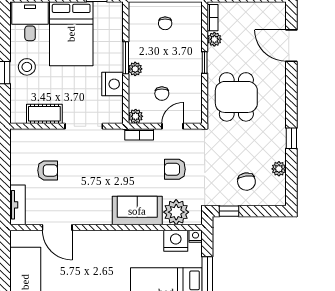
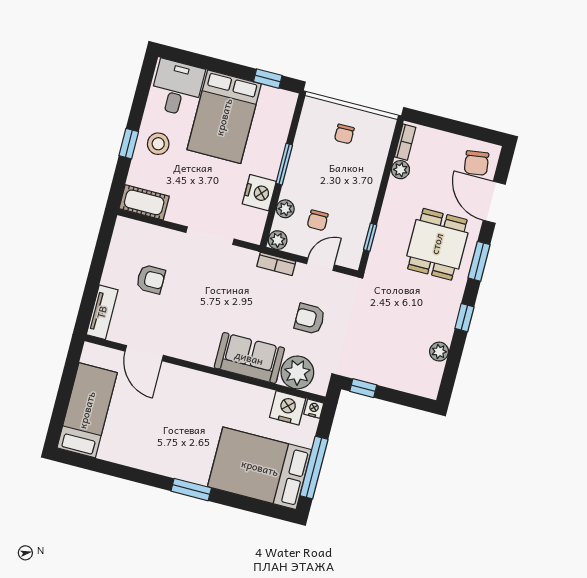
window: (205, 62) -> (370, 237), moved
plant: (135, 69) -> (285, 209), moved
window: (291, 93) -> (479, 261), added
dining table: (236, 97) -> (437, 244), moved
cot: (44, 114) -> (144, 202), moved
chair: (246, 182) -> (476, 163), moved

